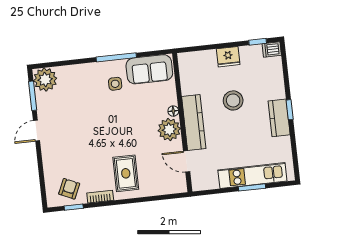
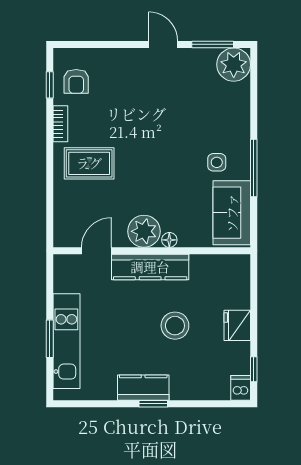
armchair: (69, 189) -> (76, 81), turned 66

